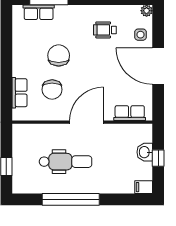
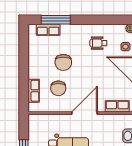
chair: (59, 55) -> (63, 62), turned 180

